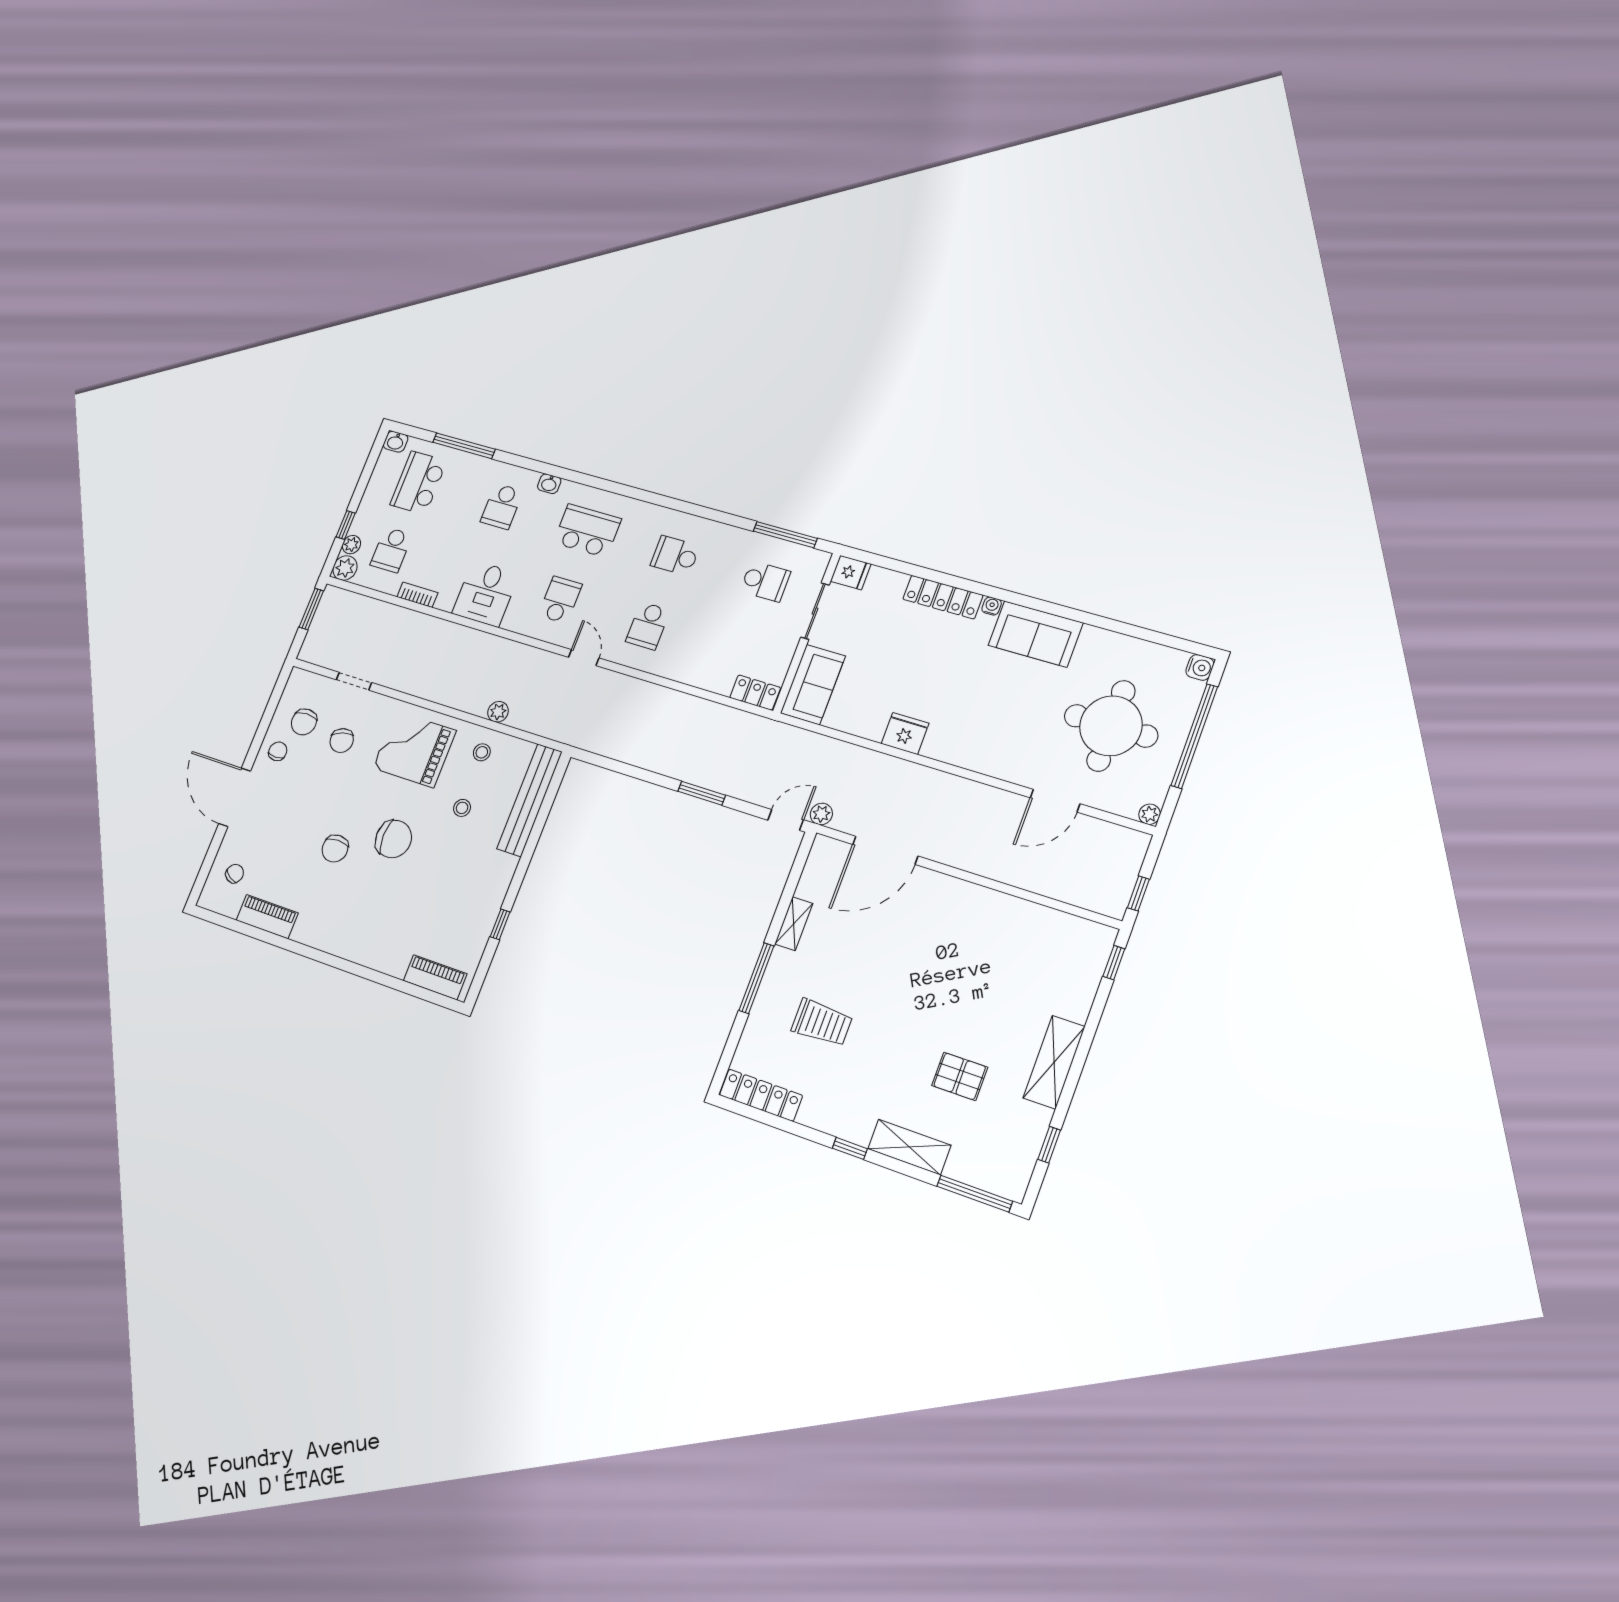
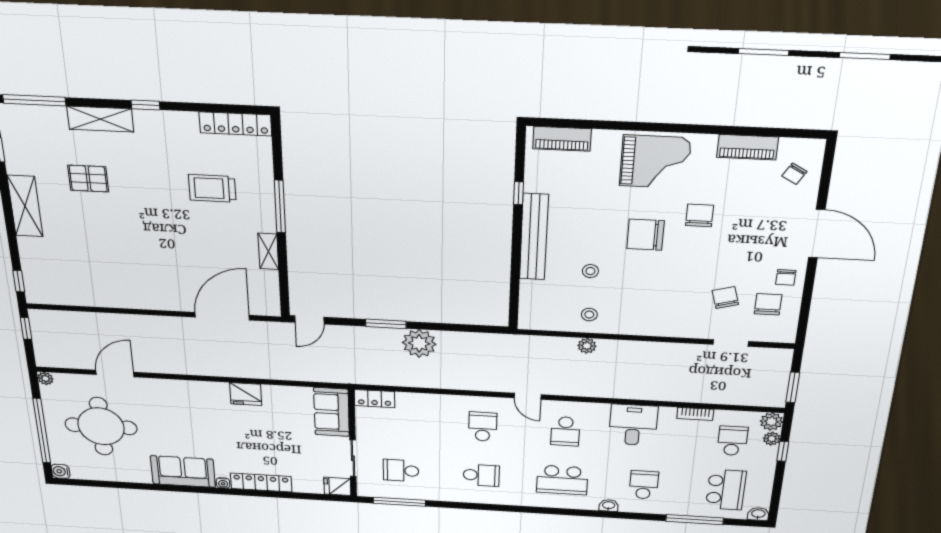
grand piano: (414, 749) -> (655, 162), moved
bench: (530, 800) -> (534, 237), moved
plant: (821, 814) -> (419, 343), moved, width x1.88, depth x1.88

